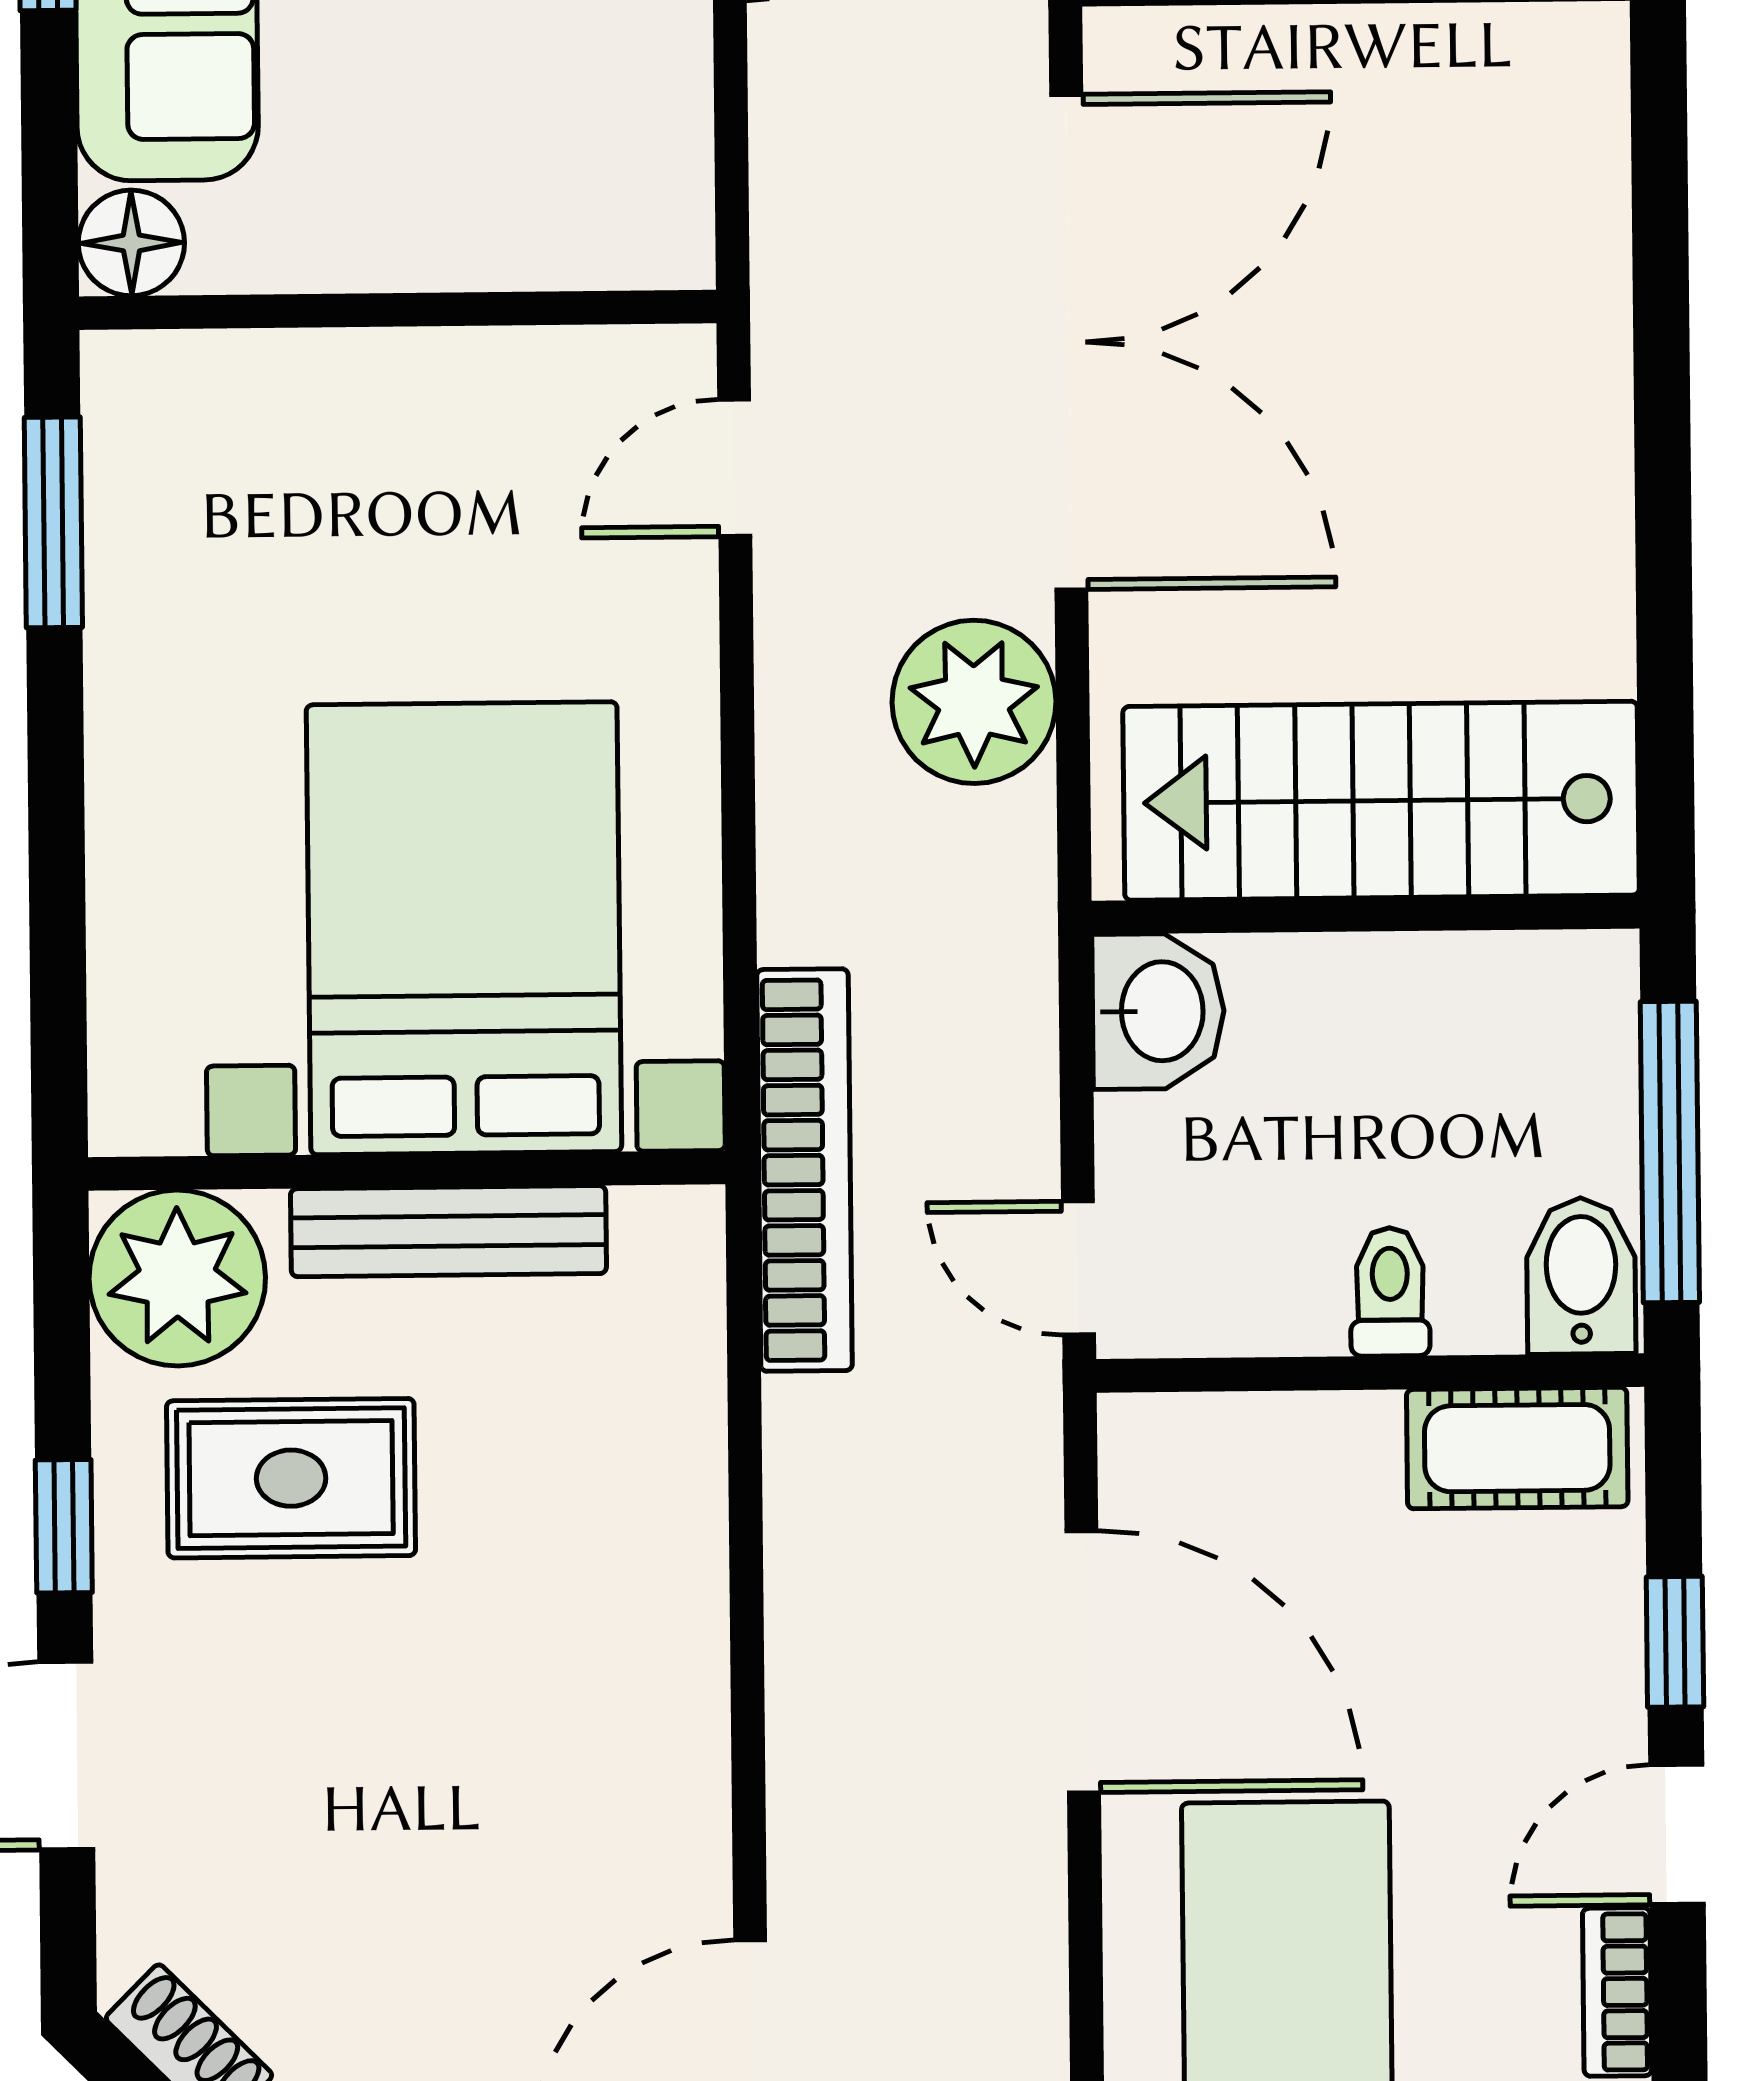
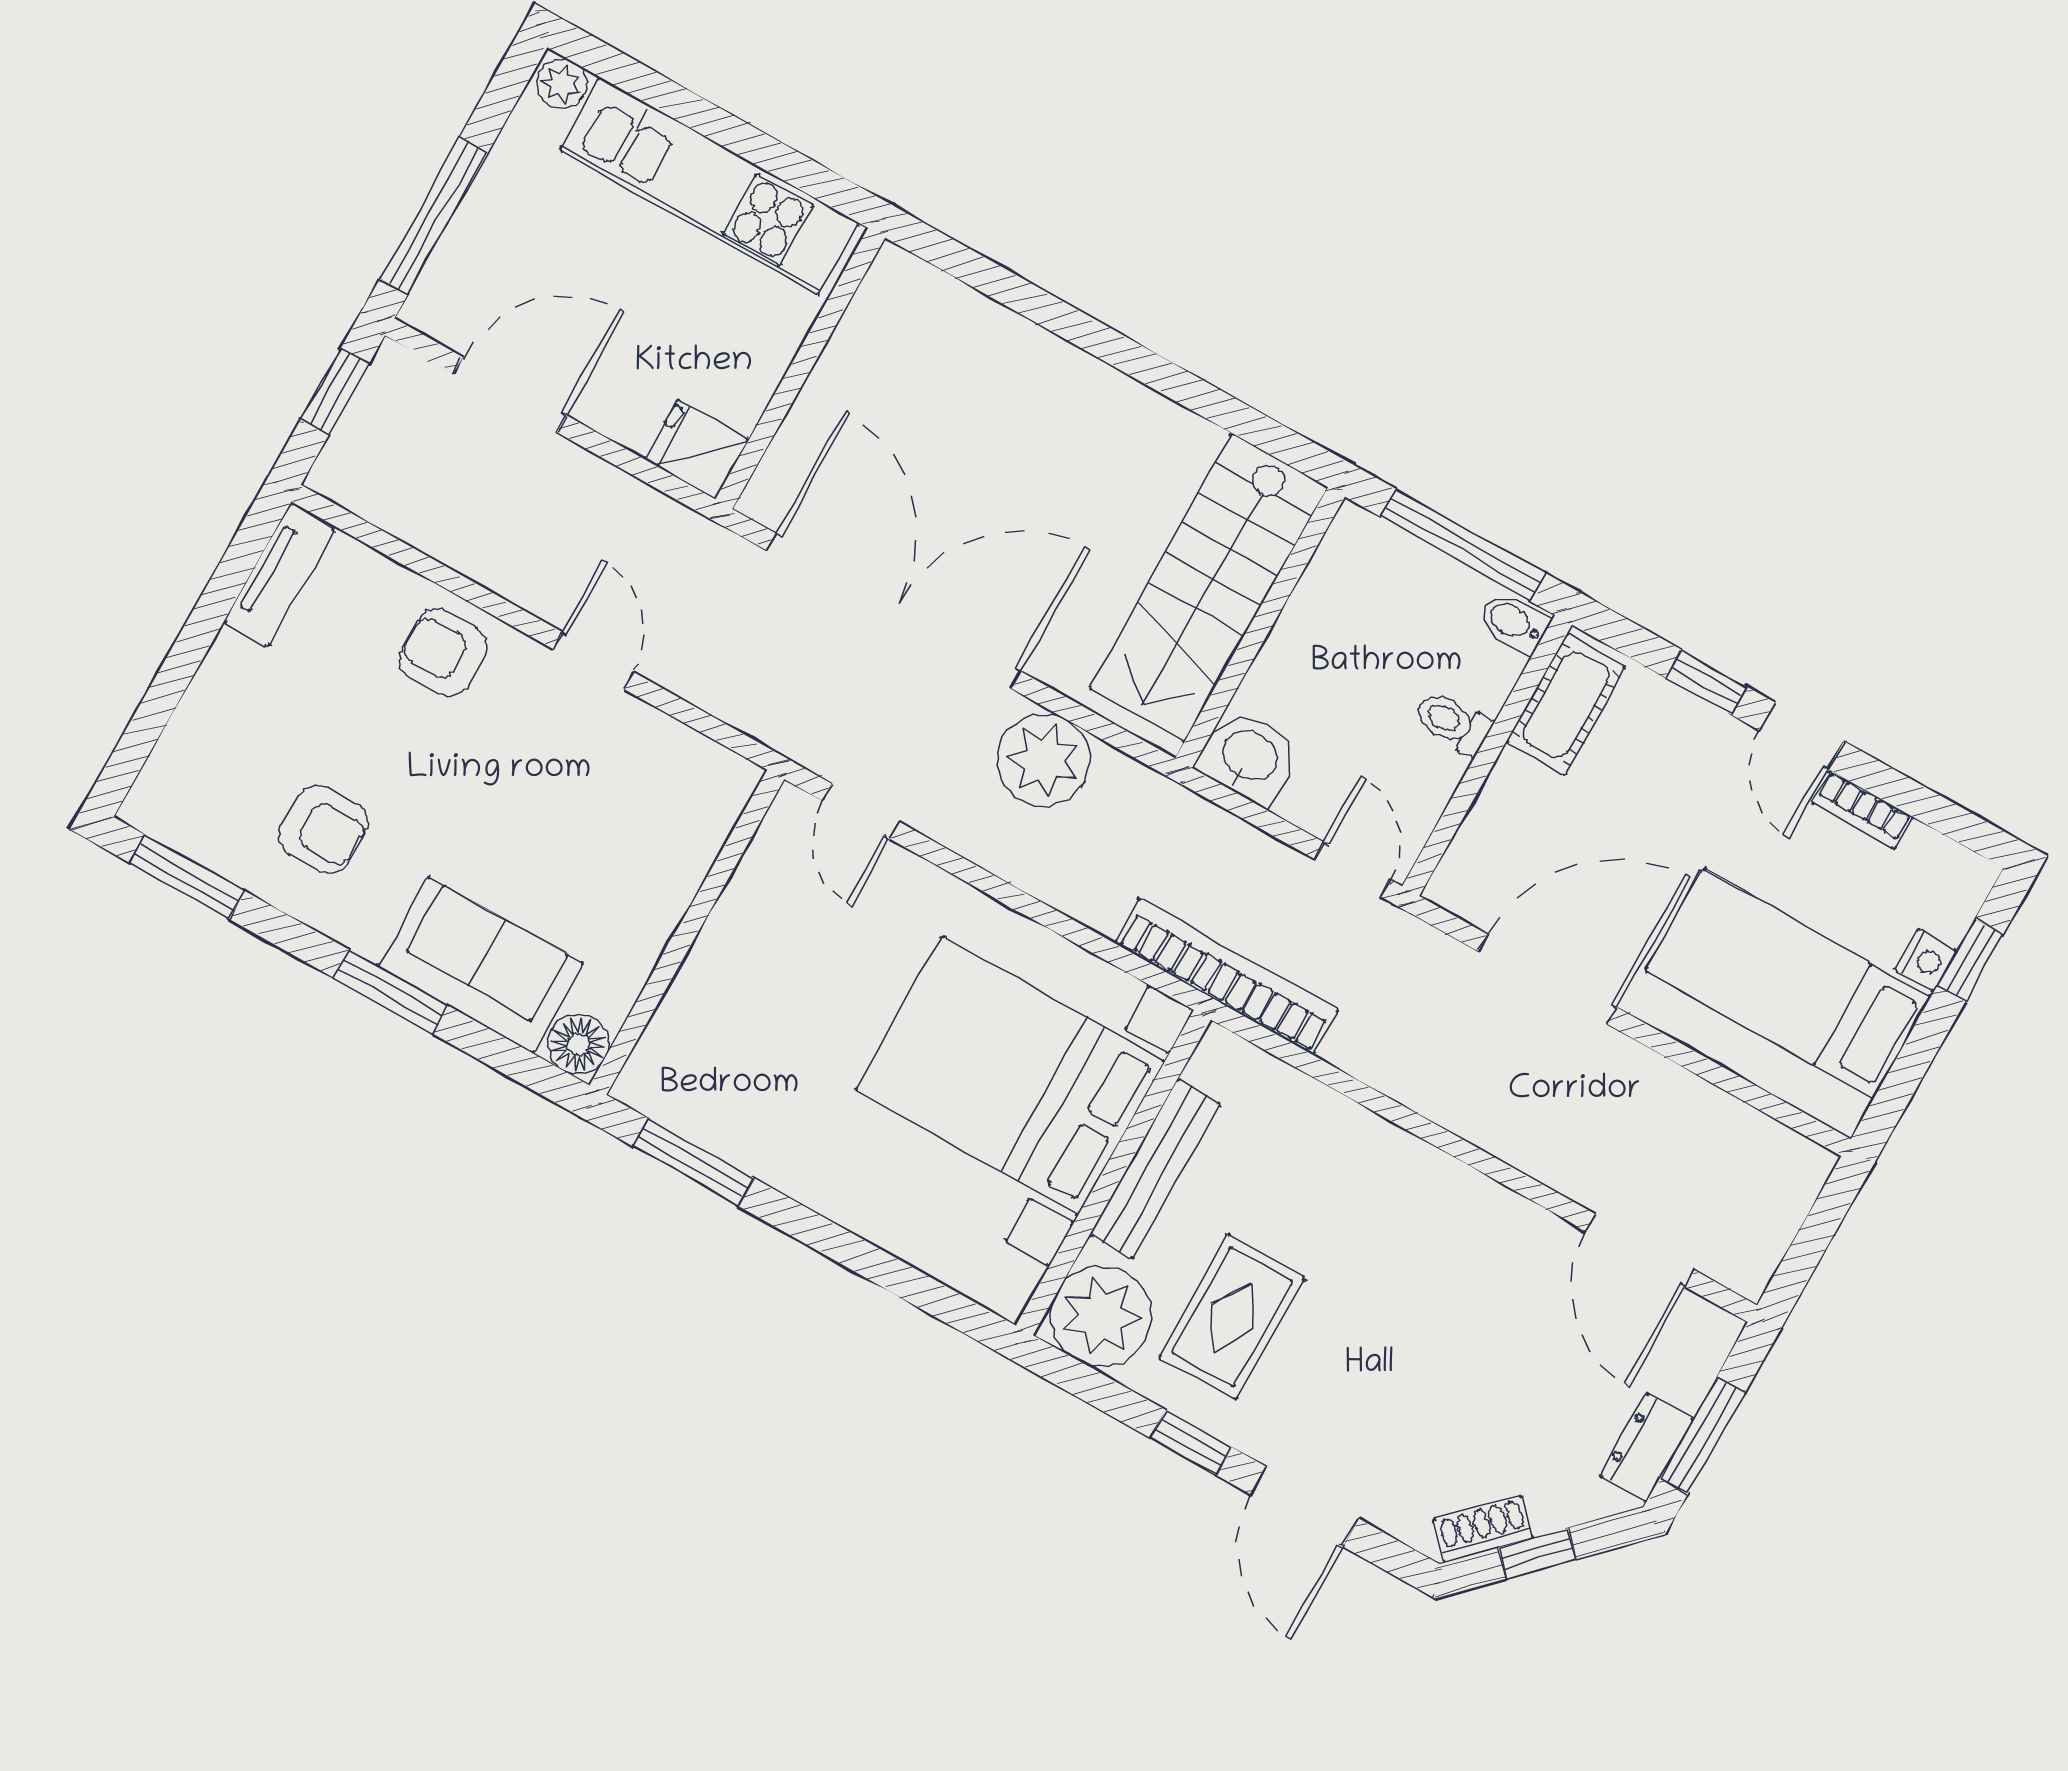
door: (1079, 1268) -> (1352, 869), swing flipped
bidet: (1581, 1276) -> (1514, 622), width x0.72, depth x0.74

